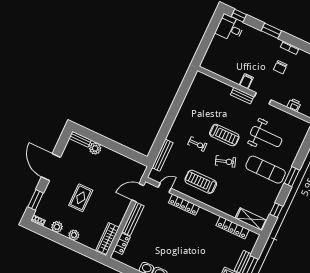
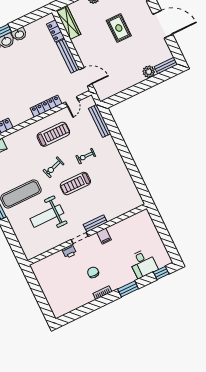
desk: (230, 28) -> (143, 263), moved, turned 90
printer: (294, 105) -> (69, 251), moved
door: (138, 193) -> (86, 77), hinge flipped

